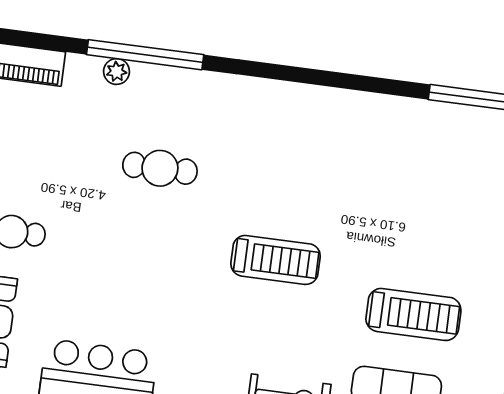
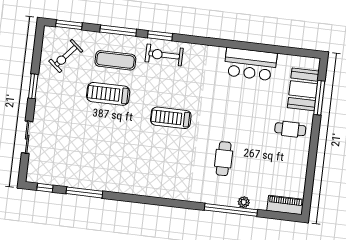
cafe table: (160, 168) -> (224, 159), turned 90

